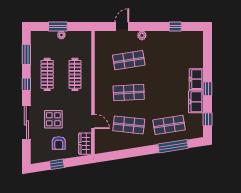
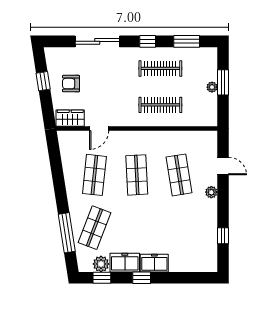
display table: (53, 119) -> (102, 77), removed
plant: (197, 120) -> (101, 264), added
shop shelf: (169, 125) -> (94, 228), turned 30

